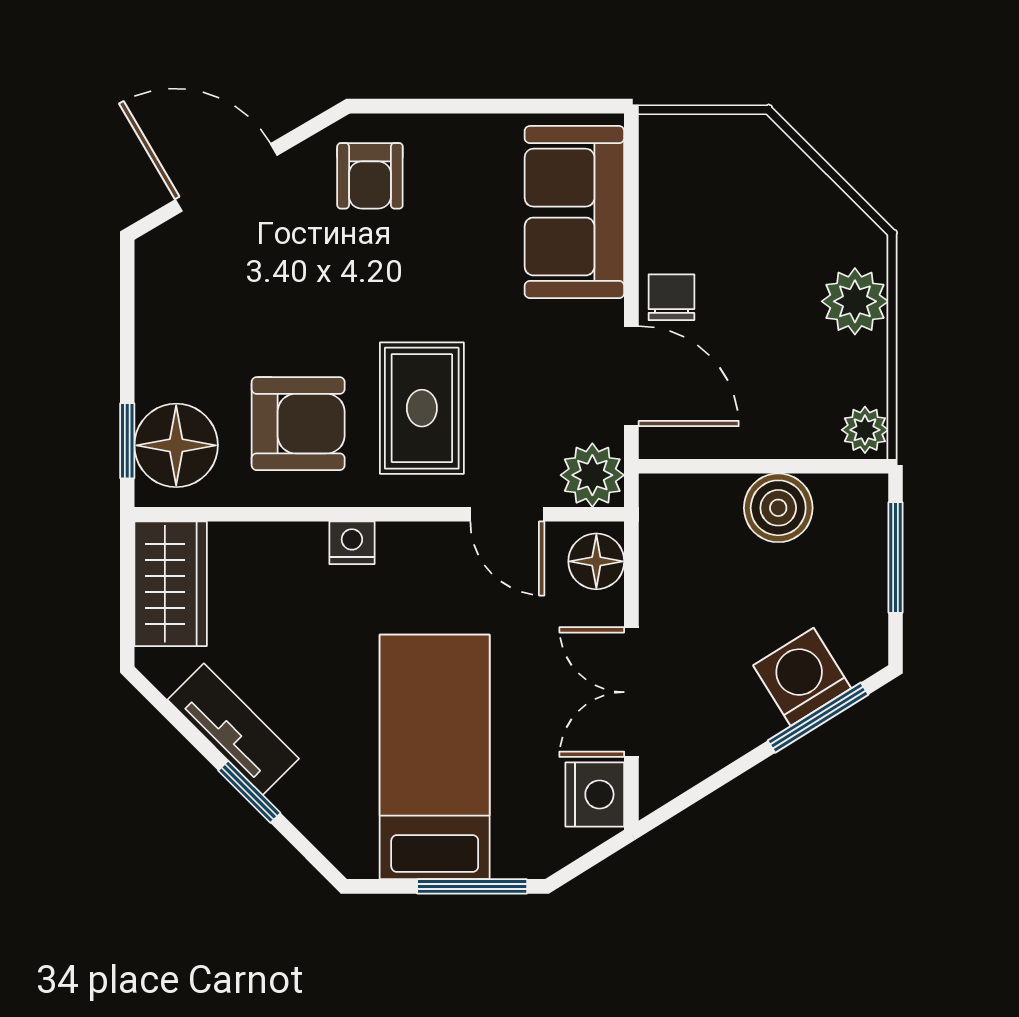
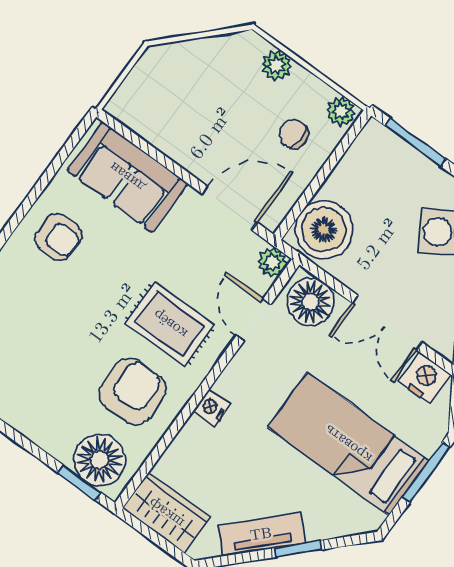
armchair: (370, 176) -> (58, 237), moved
chair: (671, 297) -> (294, 134), moved
plant: (855, 301) -> (277, 65), width x0.73, depth x0.73
plant: (592, 475) -> (272, 262), width x0.73, depth x0.73
boiler: (778, 508) -> (324, 230), moved, width x1.37, depth x1.37
door: (507, 514) -> (254, 320), swing flipped
floor lamp: (596, 561) -> (311, 302), width x1.38, depth x1.38

